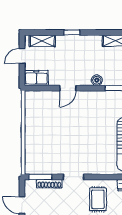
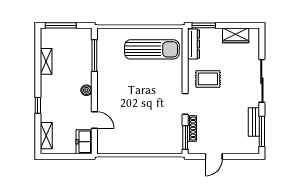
door: (22, 56) -> (62, 156), removed
boiler: (97, 80) -> (86, 90), moved
door: (68, 88) -> (94, 120), moved

